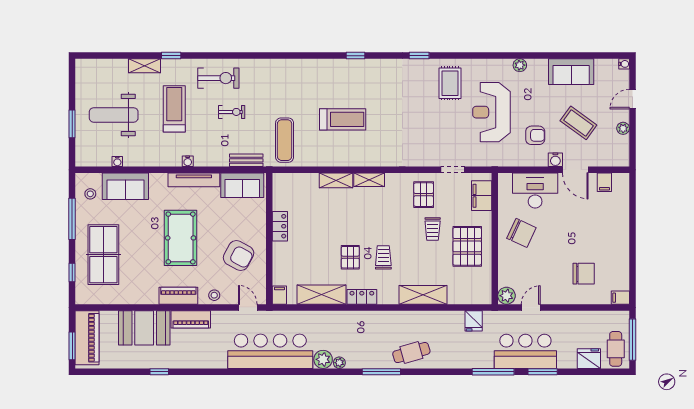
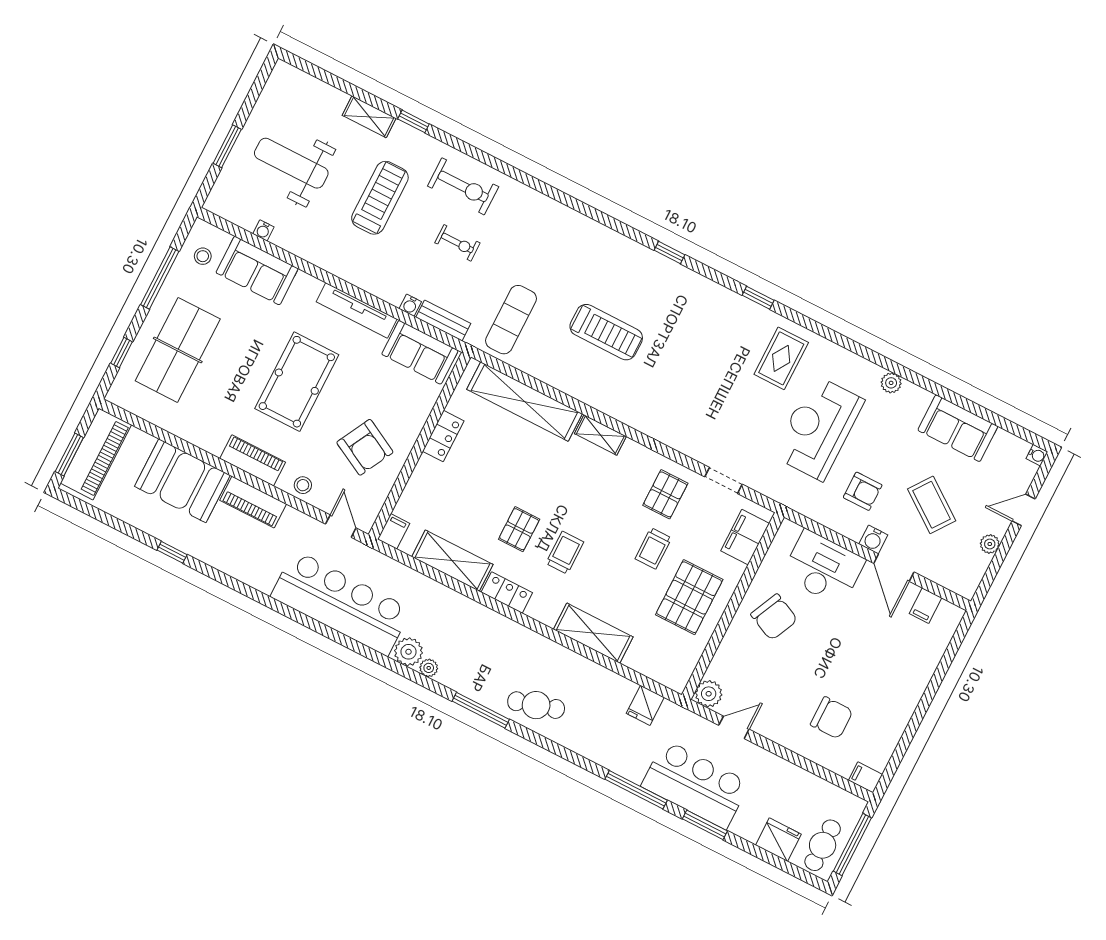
water cooler: (188, 161) -> (410, 305), moved
shelving: (336, 180) -> (524, 402), width x2.20, depth x1.33

